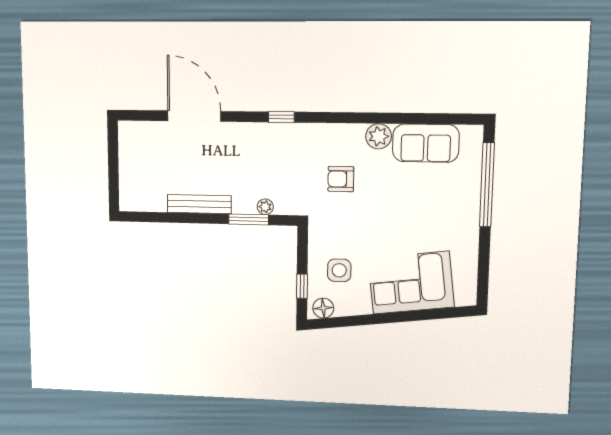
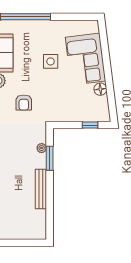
side table: (339, 270) -> (51, 61), moved
floor lamp: (323, 308) -> (100, 89), moved

